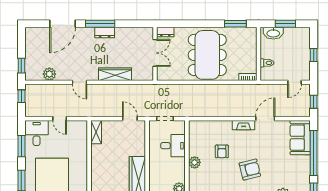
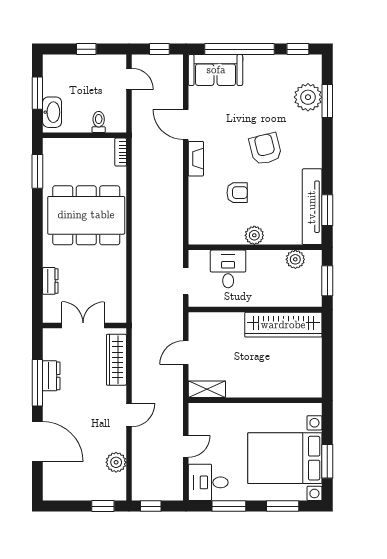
double door: (155, 53) -> (83, 326), moved
wall: (155, 54) -> (84, 326), moved
door: (130, 119) -> (186, 353), moved

